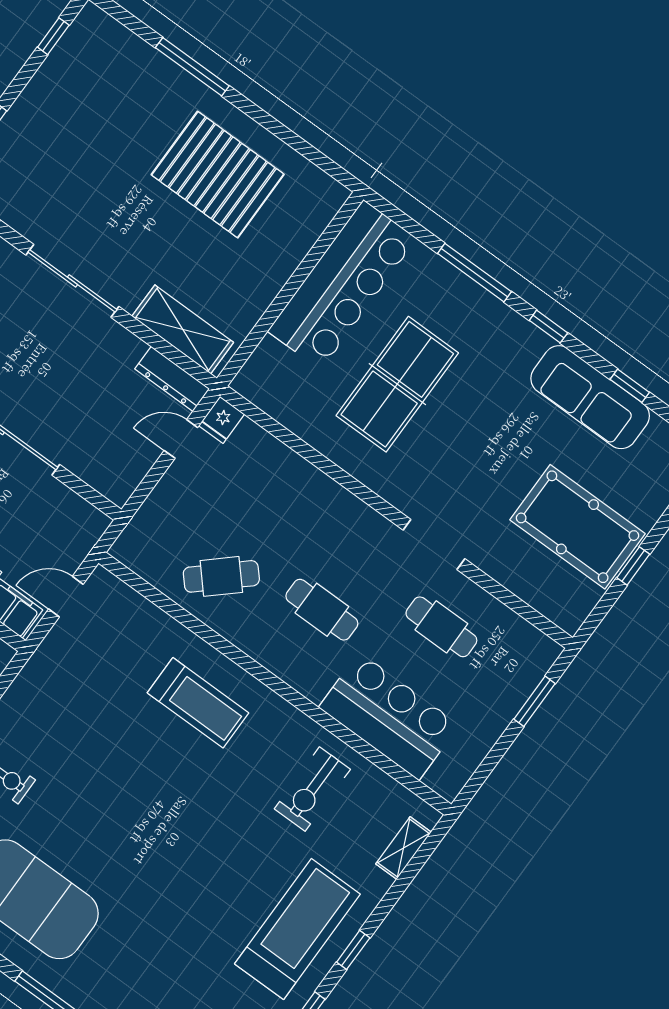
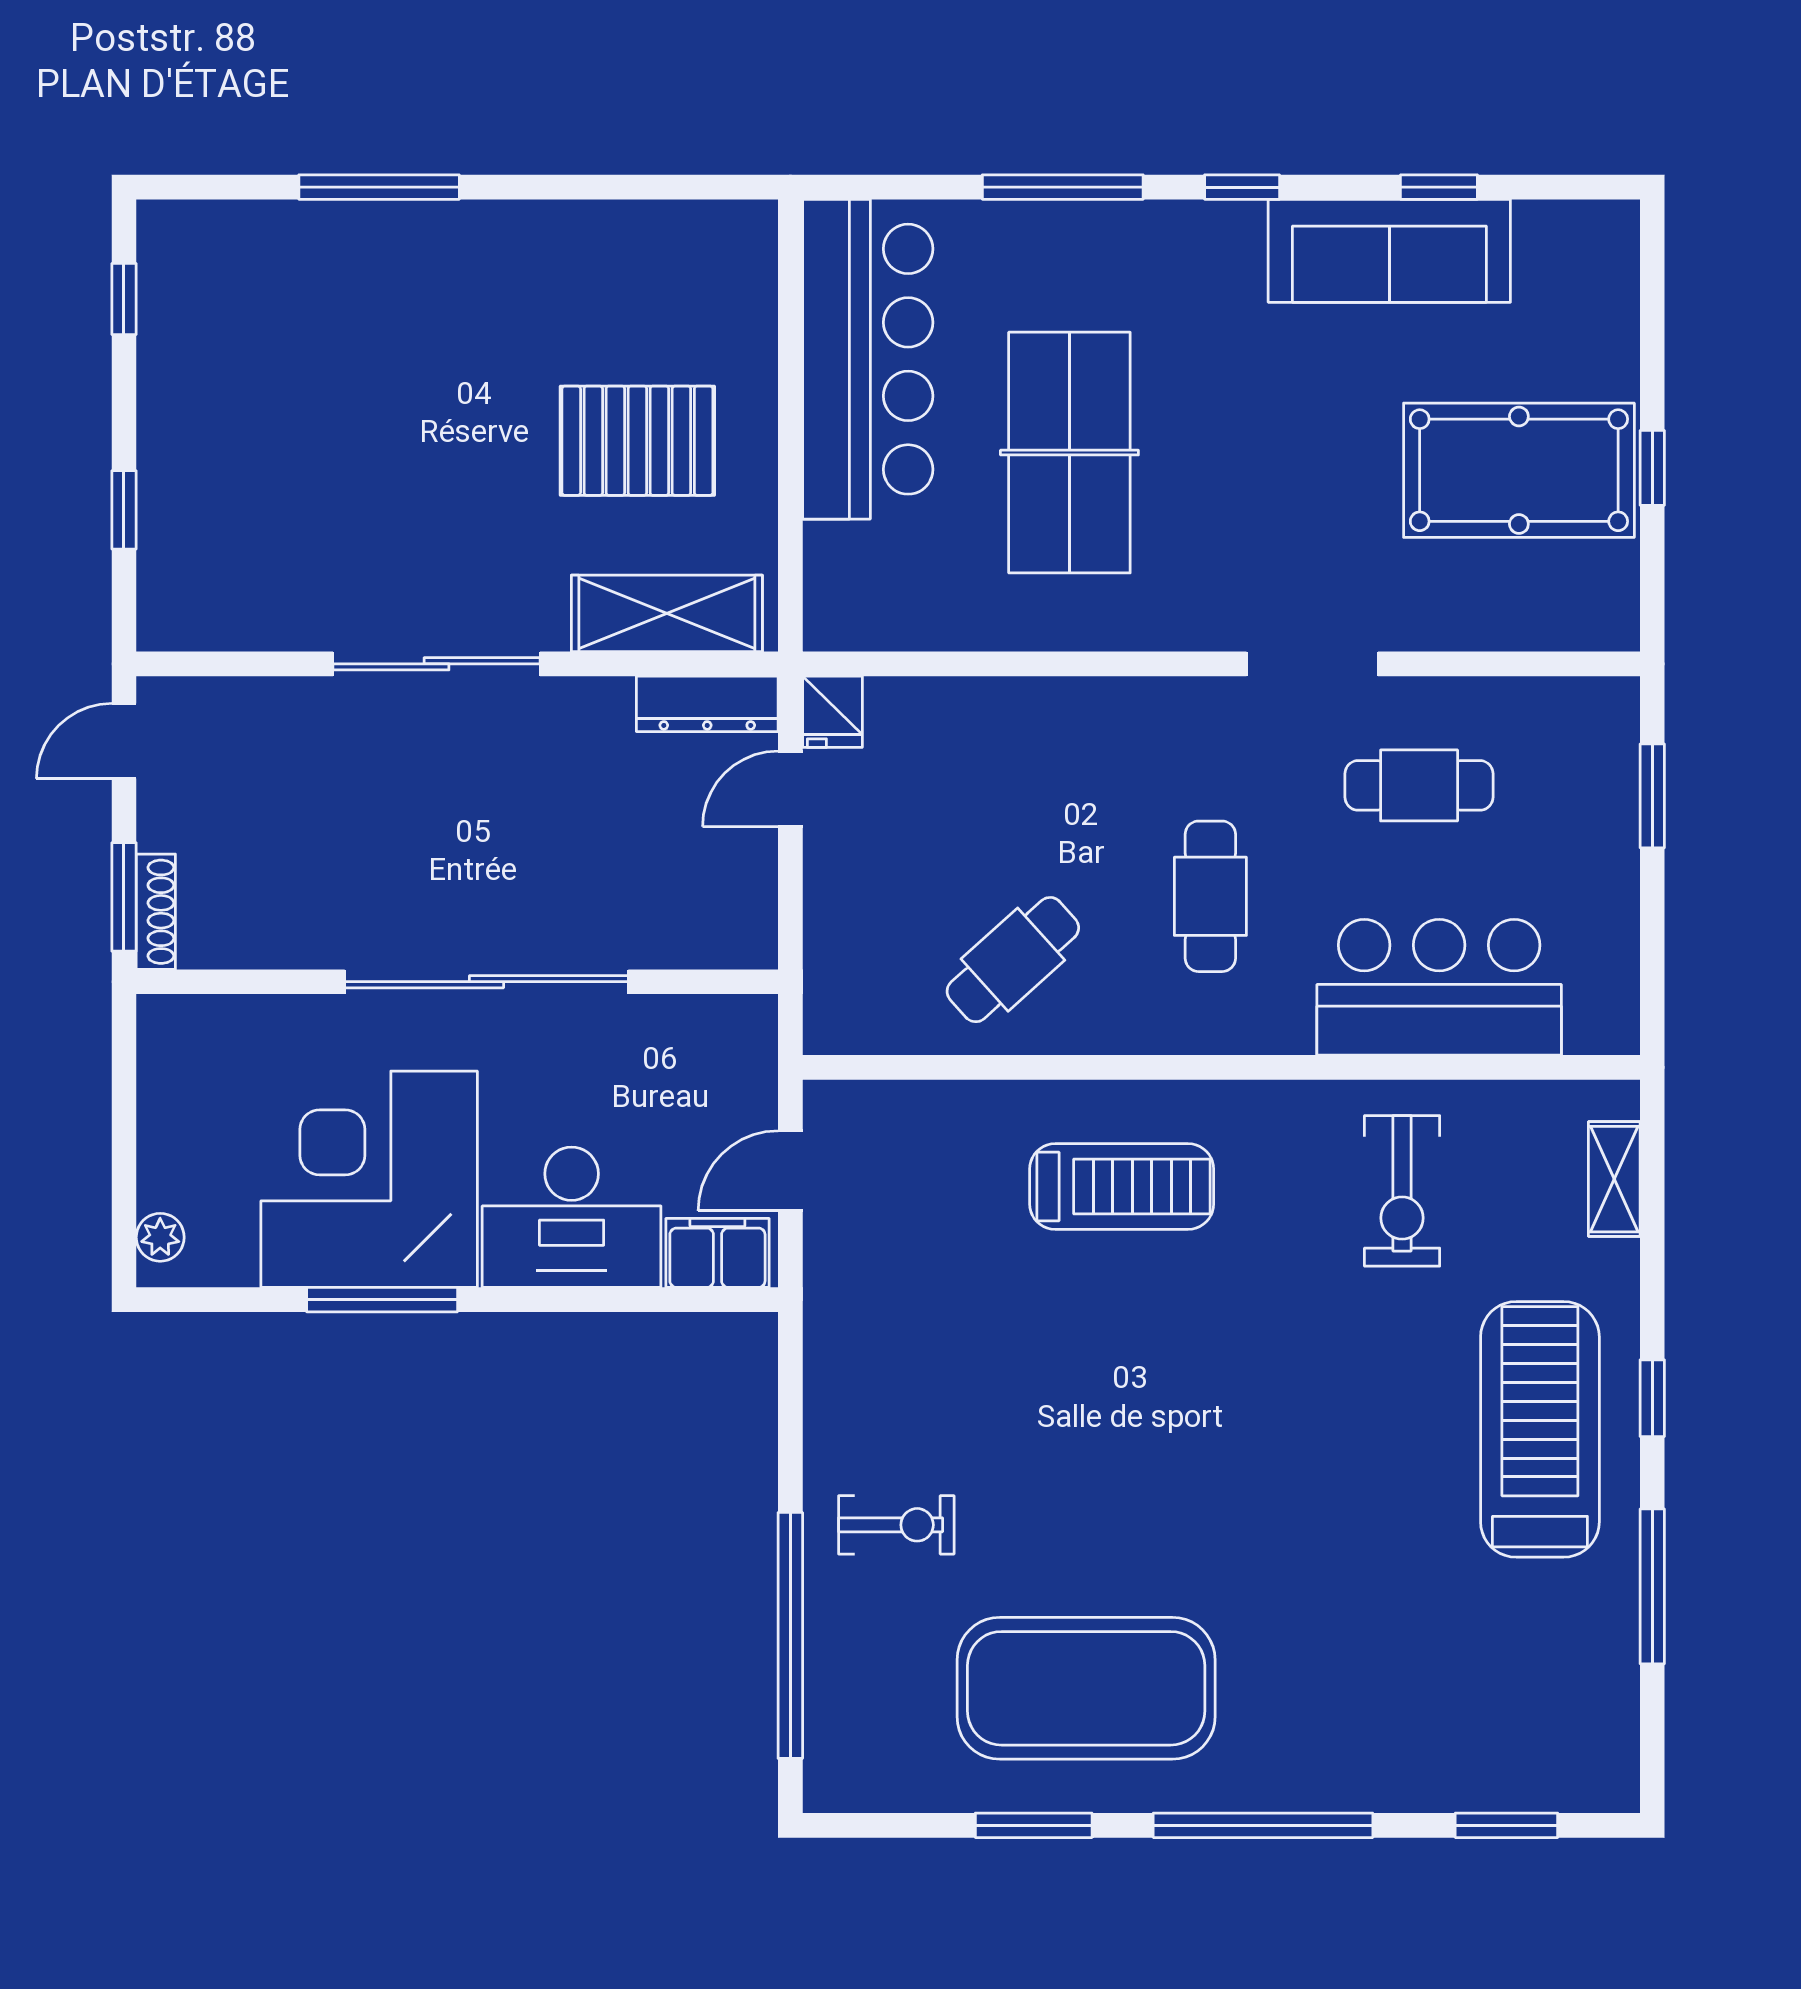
pallet: (218, 175) -> (637, 441), moved, width x0.73, depth x0.71
cafe table: (322, 610) -> (1210, 896), turned 90

